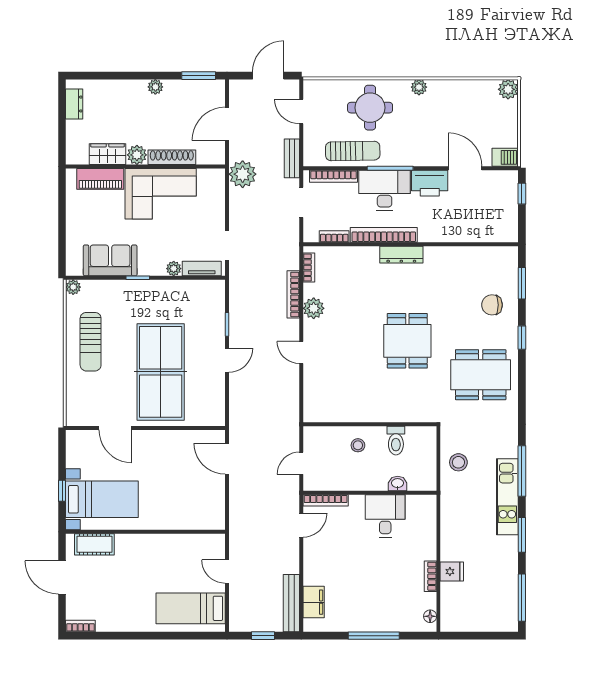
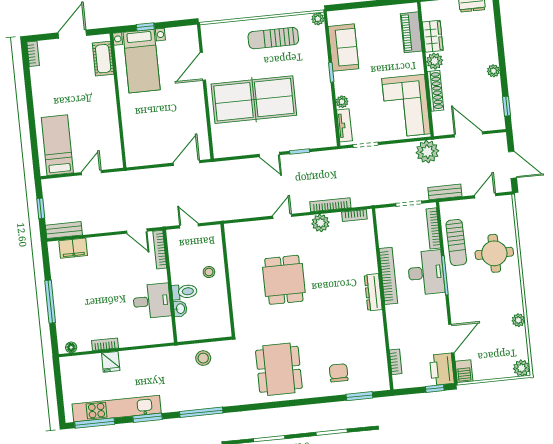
window: (199, 76) -> (507, 106), width x0.67
plant: (419, 87) -> (518, 320), moved
printer: (430, 183) -> (442, 369), moved
corner sofa: (161, 194) -> (406, 106), moved
bookcase: (334, 237) -> (396, 362), moved
window: (522, 338) -> (314, 401), removed
dining table: (407, 341) -> (284, 280), moved, turned 90
toilet: (396, 441) -> (184, 292), moved, turned 180
kitchen unit: (507, 497) -> (117, 409), moved, width x1.36
bench: (291, 603) -> (64, 230), width x0.73

